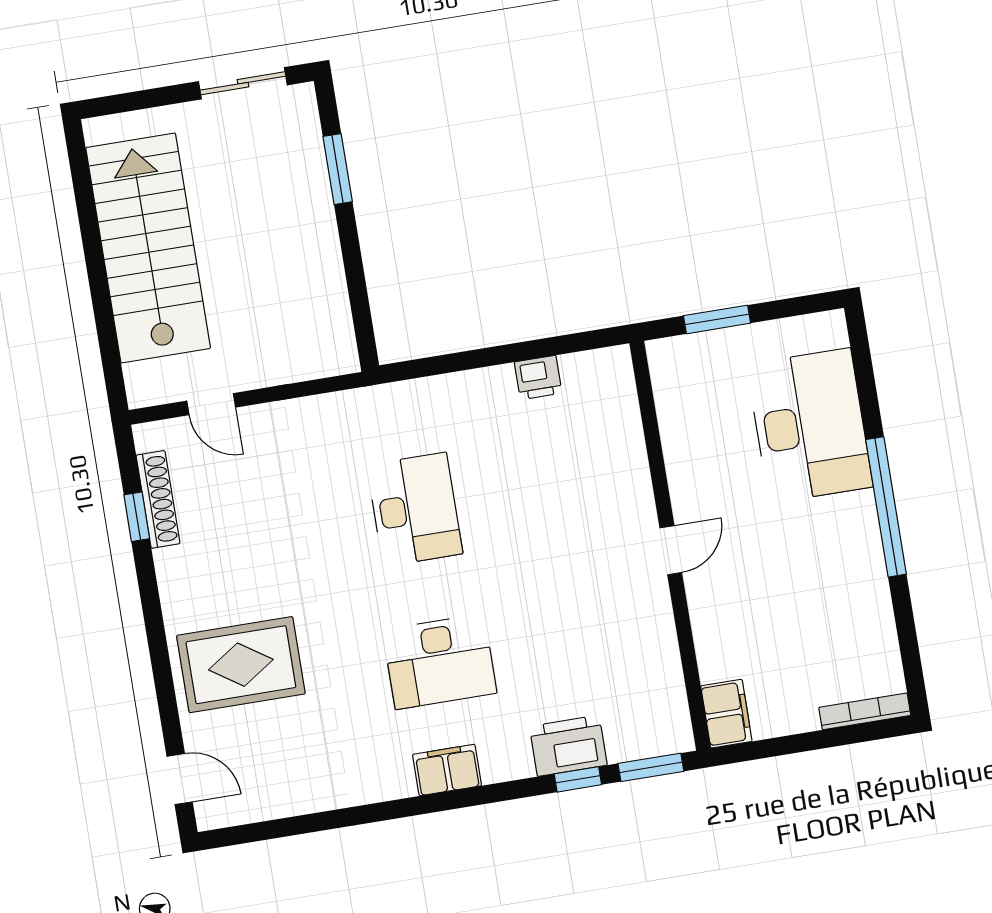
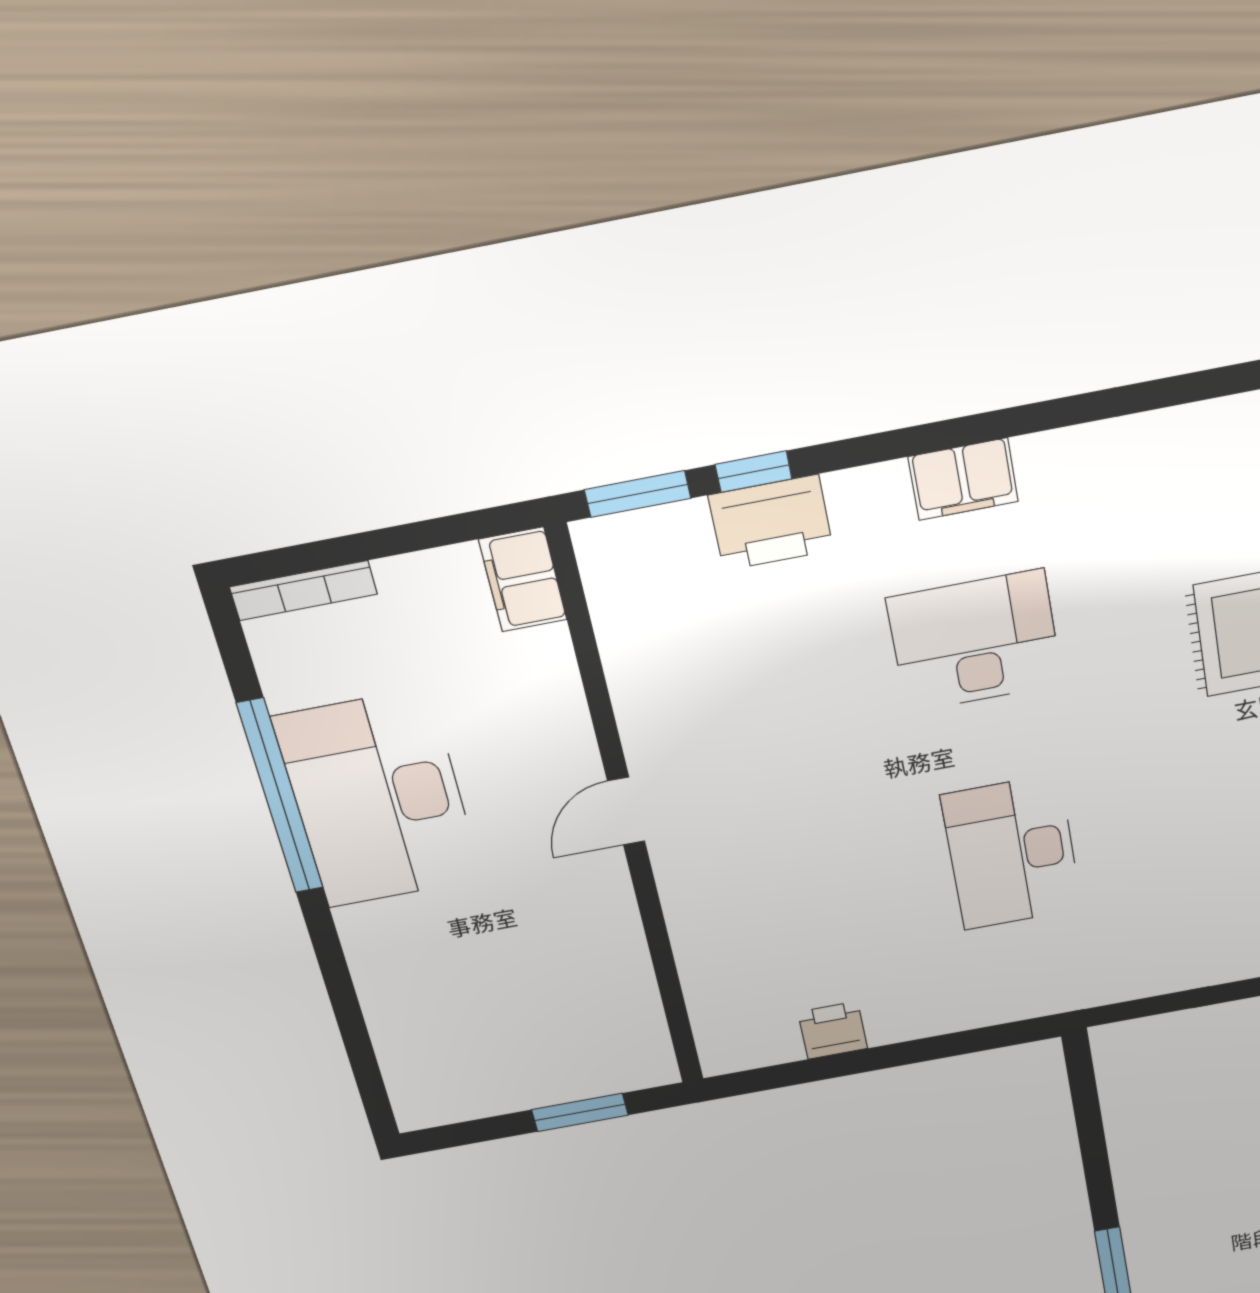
desk: (810, 426) -> (378, 799), moved
window: (886, 507) -> (280, 797), moved

